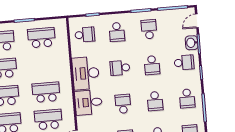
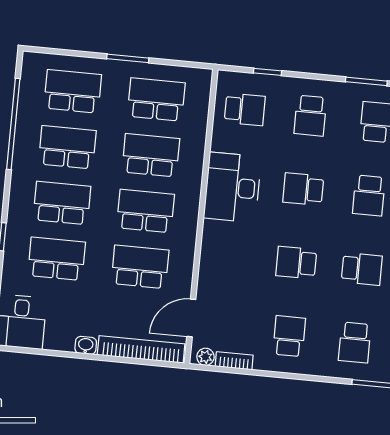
school desk: (44, 65) -> (151, 155), added
school desk: (155, 101) -> (362, 269), turned -90
desk: (88, 102) -> (227, 247), removed
school desk: (123, 104) -> (296, 263), turned -90

